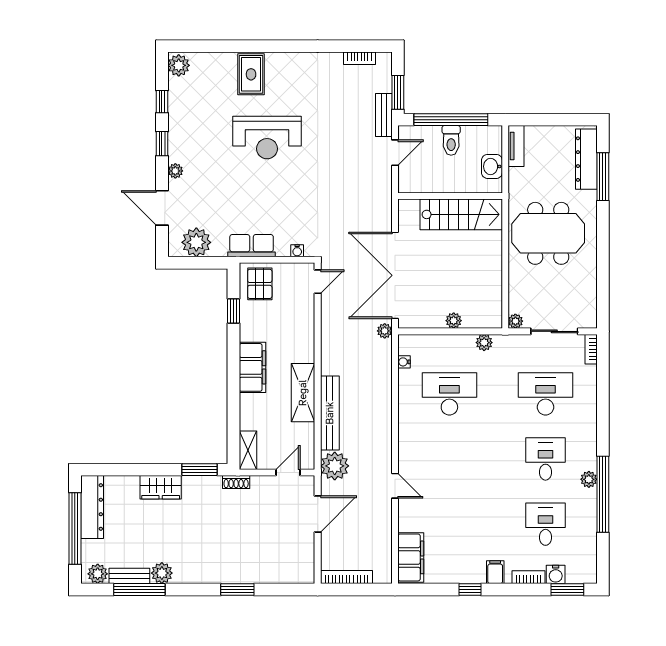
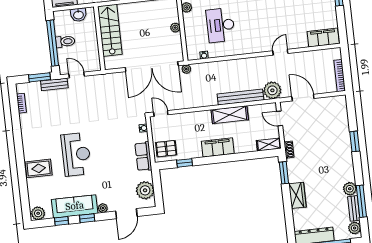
sofa: (183, 126) -> (75, 206), added

